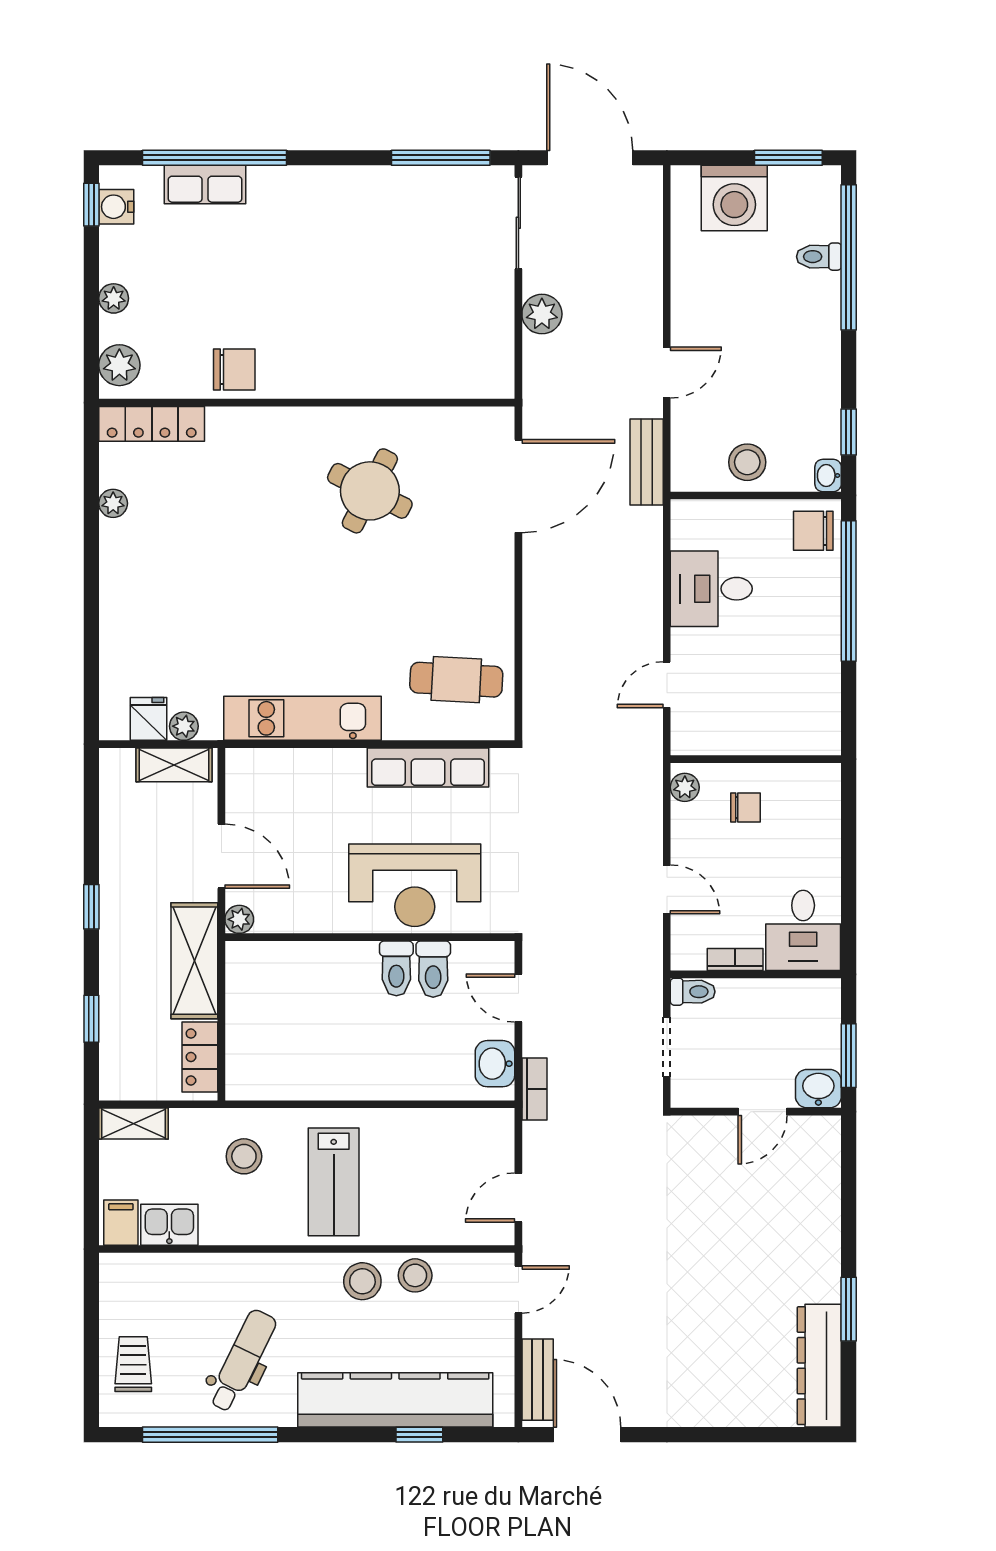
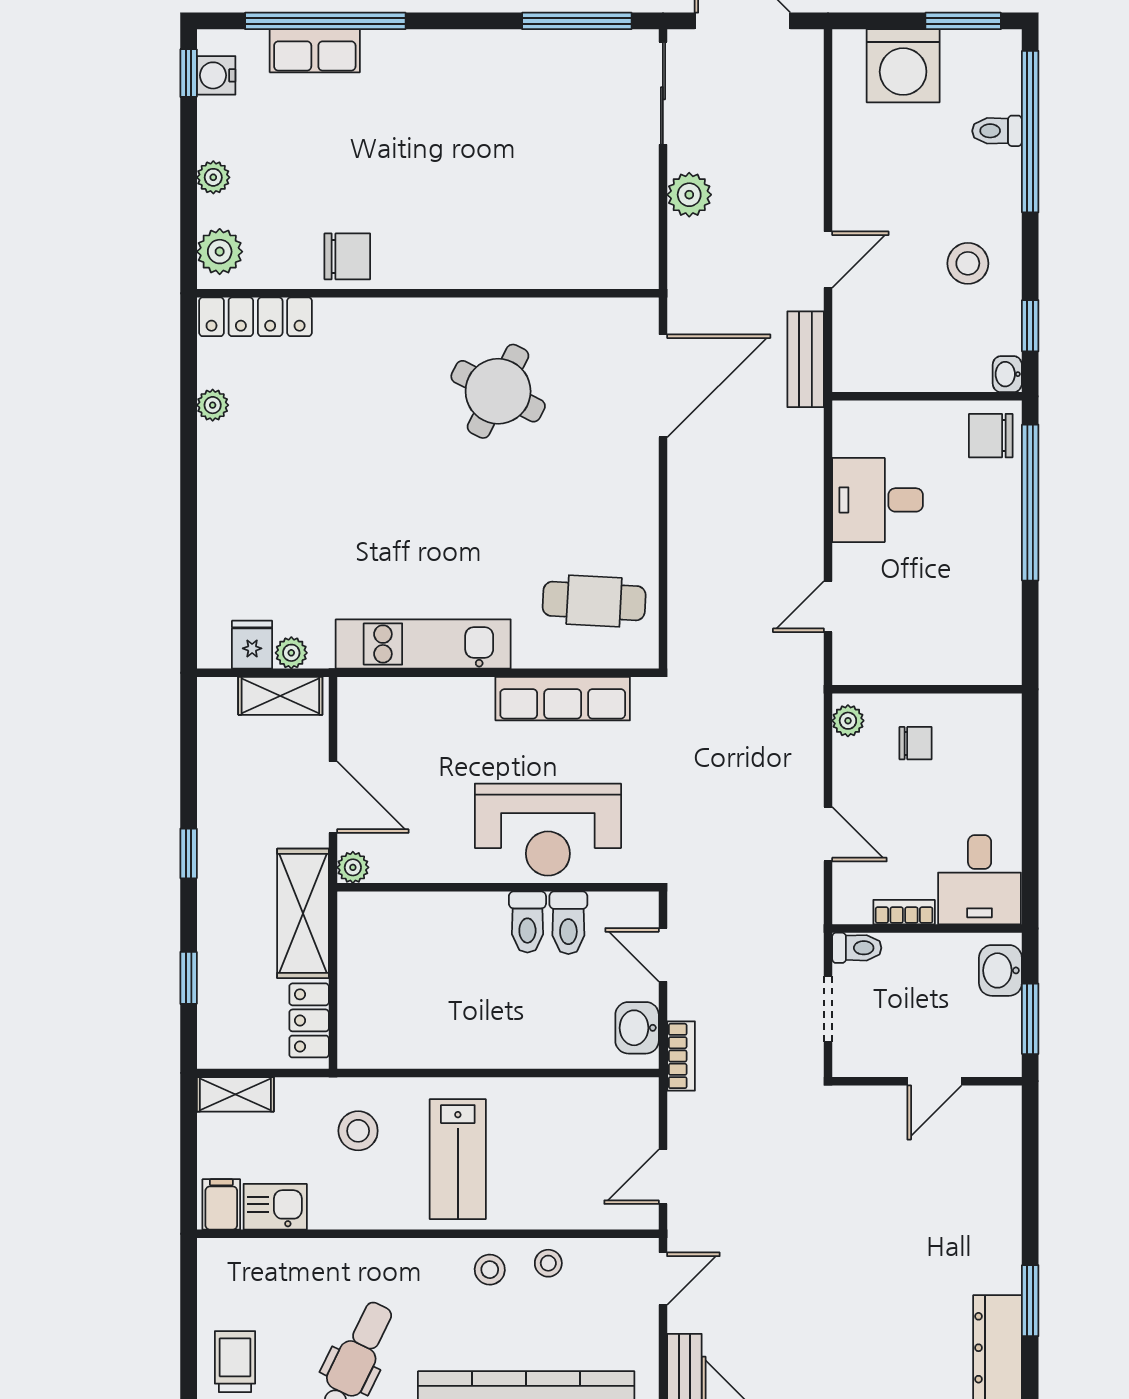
stool: (747, 462) -> (968, 263), moved
washbasin: (818, 1089) -> (1000, 970), moved, turned -90
stool: (415, 1275) -> (548, 1263), width x0.73, depth x0.73
stool: (362, 1281) -> (490, 1270), width x0.73, depth x0.73

